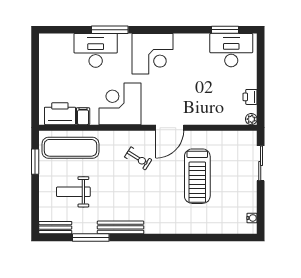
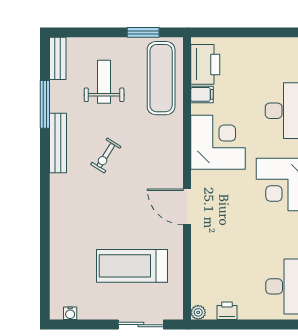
exercise bike: (138, 158) -> (106, 156), moved
treadmill: (197, 176) -> (132, 266), moved

